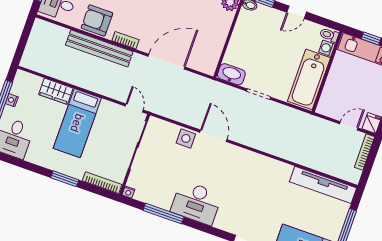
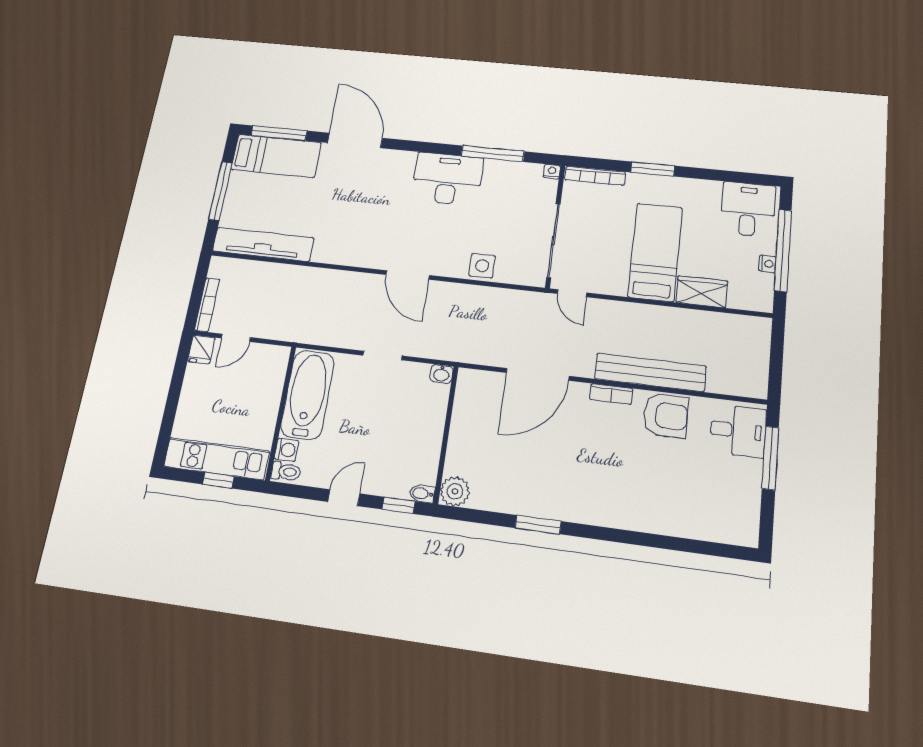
washbasin: (231, 74) -> (441, 374), width x0.52, depth x0.69
door: (213, 136) -> (408, 275), moved

